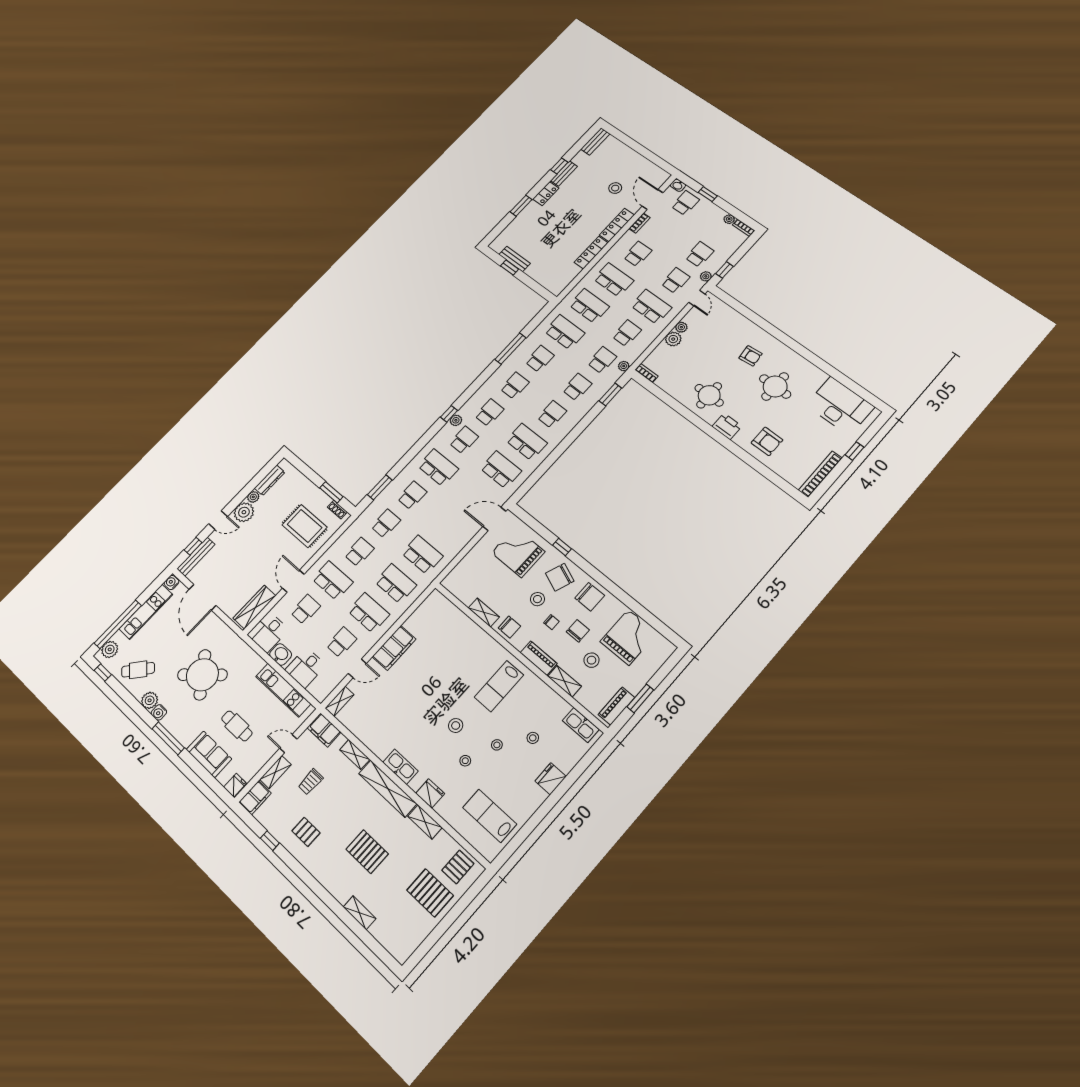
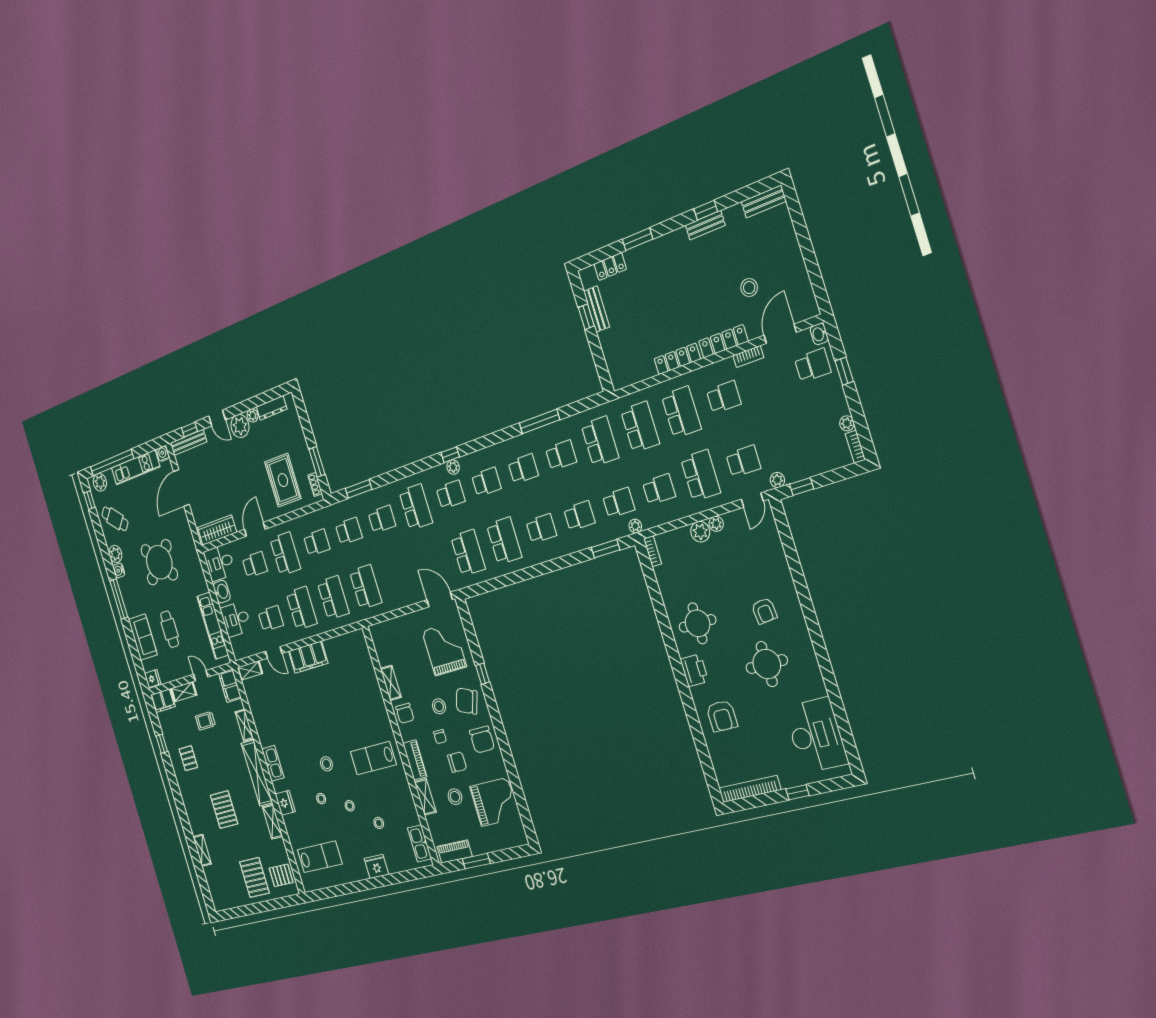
locker: (546, 194) -> (610, 266), moved
school desk: (700, 254) -> (787, 447), removed
lab bench: (490, 816) -> (320, 857), turned 90

